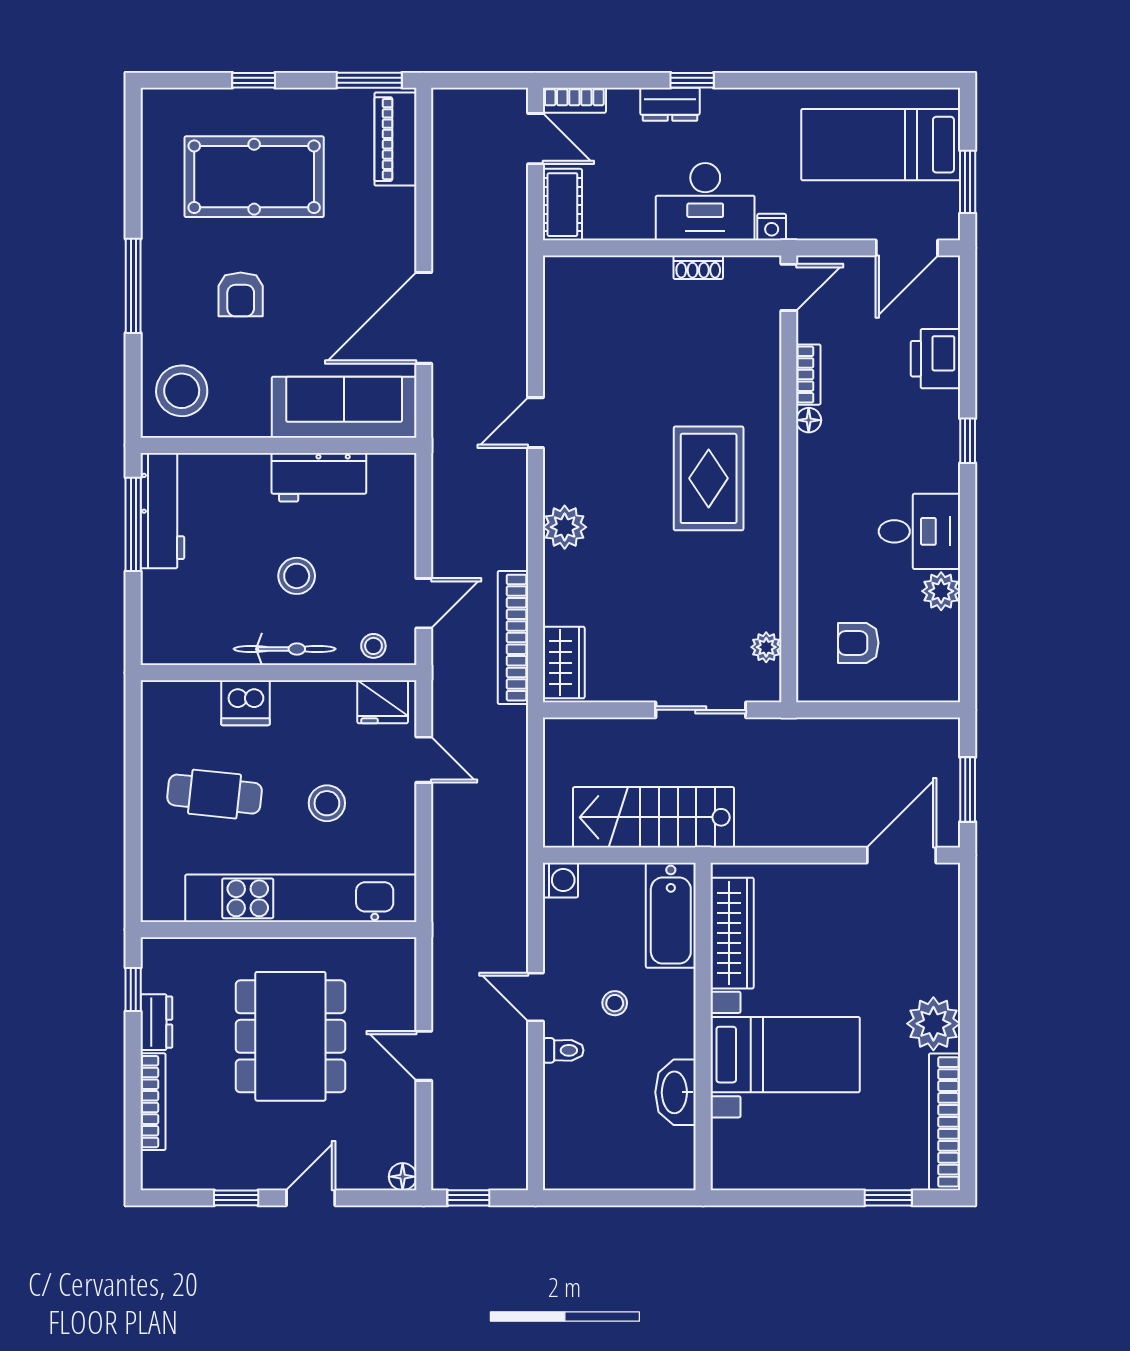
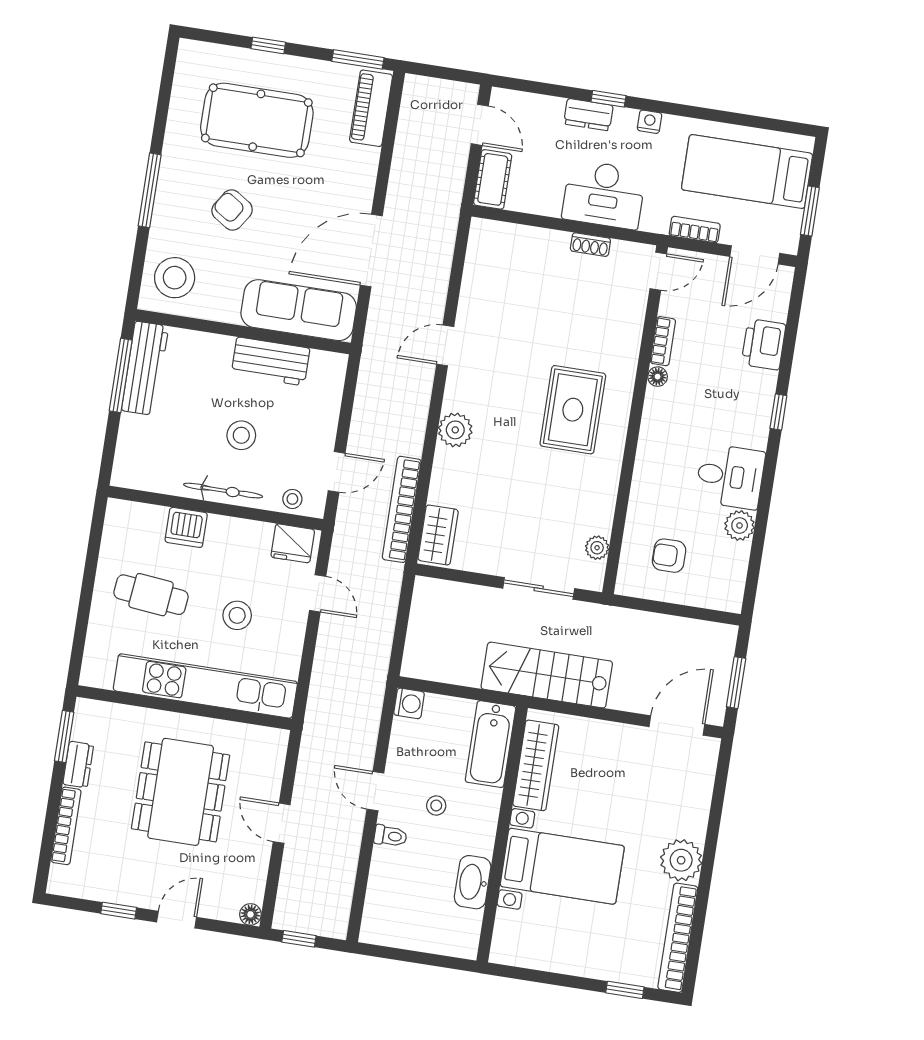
bookcase: (574, 100) -> (695, 230), moved, turned 180
nightstand: (772, 227) -> (650, 122), moved, turned 180
armchair: (241, 294) -> (232, 210), turned 123
stairs: (654, 817) -> (547, 675), moved
window: (133, 990) -> (64, 736), width x1.50

